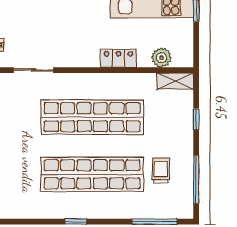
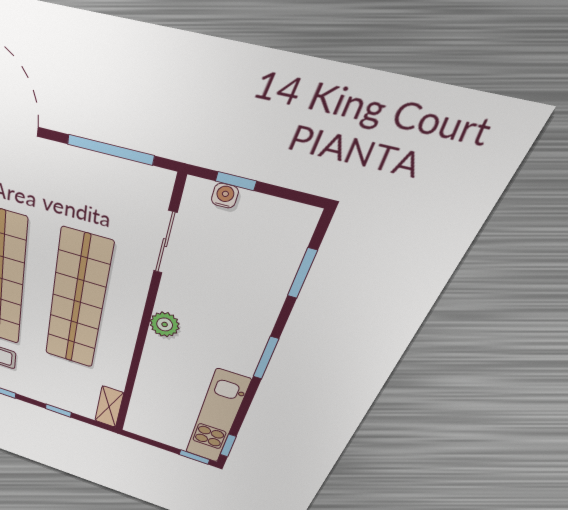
locker: (119, 58) -> (154, 358), removed
plant: (162, 58) -> (165, 324), moved

